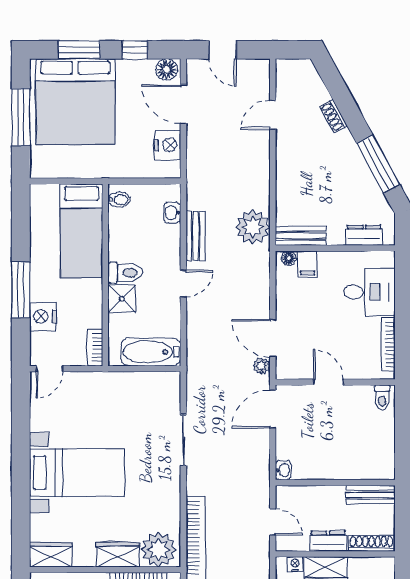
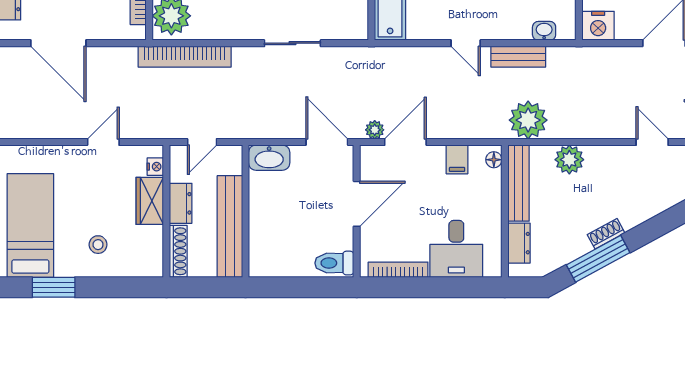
shoe rack: (334, 116) -> (606, 234), moved
nightstand: (168, 145) -> (598, 26), moved
plant: (289, 190) -> (569, 160), added
bench: (301, 236) -> (518, 183), width x1.36
filing cabinet: (308, 264) -> (457, 159), moved, turned -90
door: (329, 382) -> (357, 204), width x1.38
toilet: (382, 397) -> (334, 263), width x1.37, depth x1.39
washbasin: (283, 470) -> (269, 158), width x1.91, depth x1.45
bench: (370, 495) -> (230, 227), width x1.86, depth x1.21

